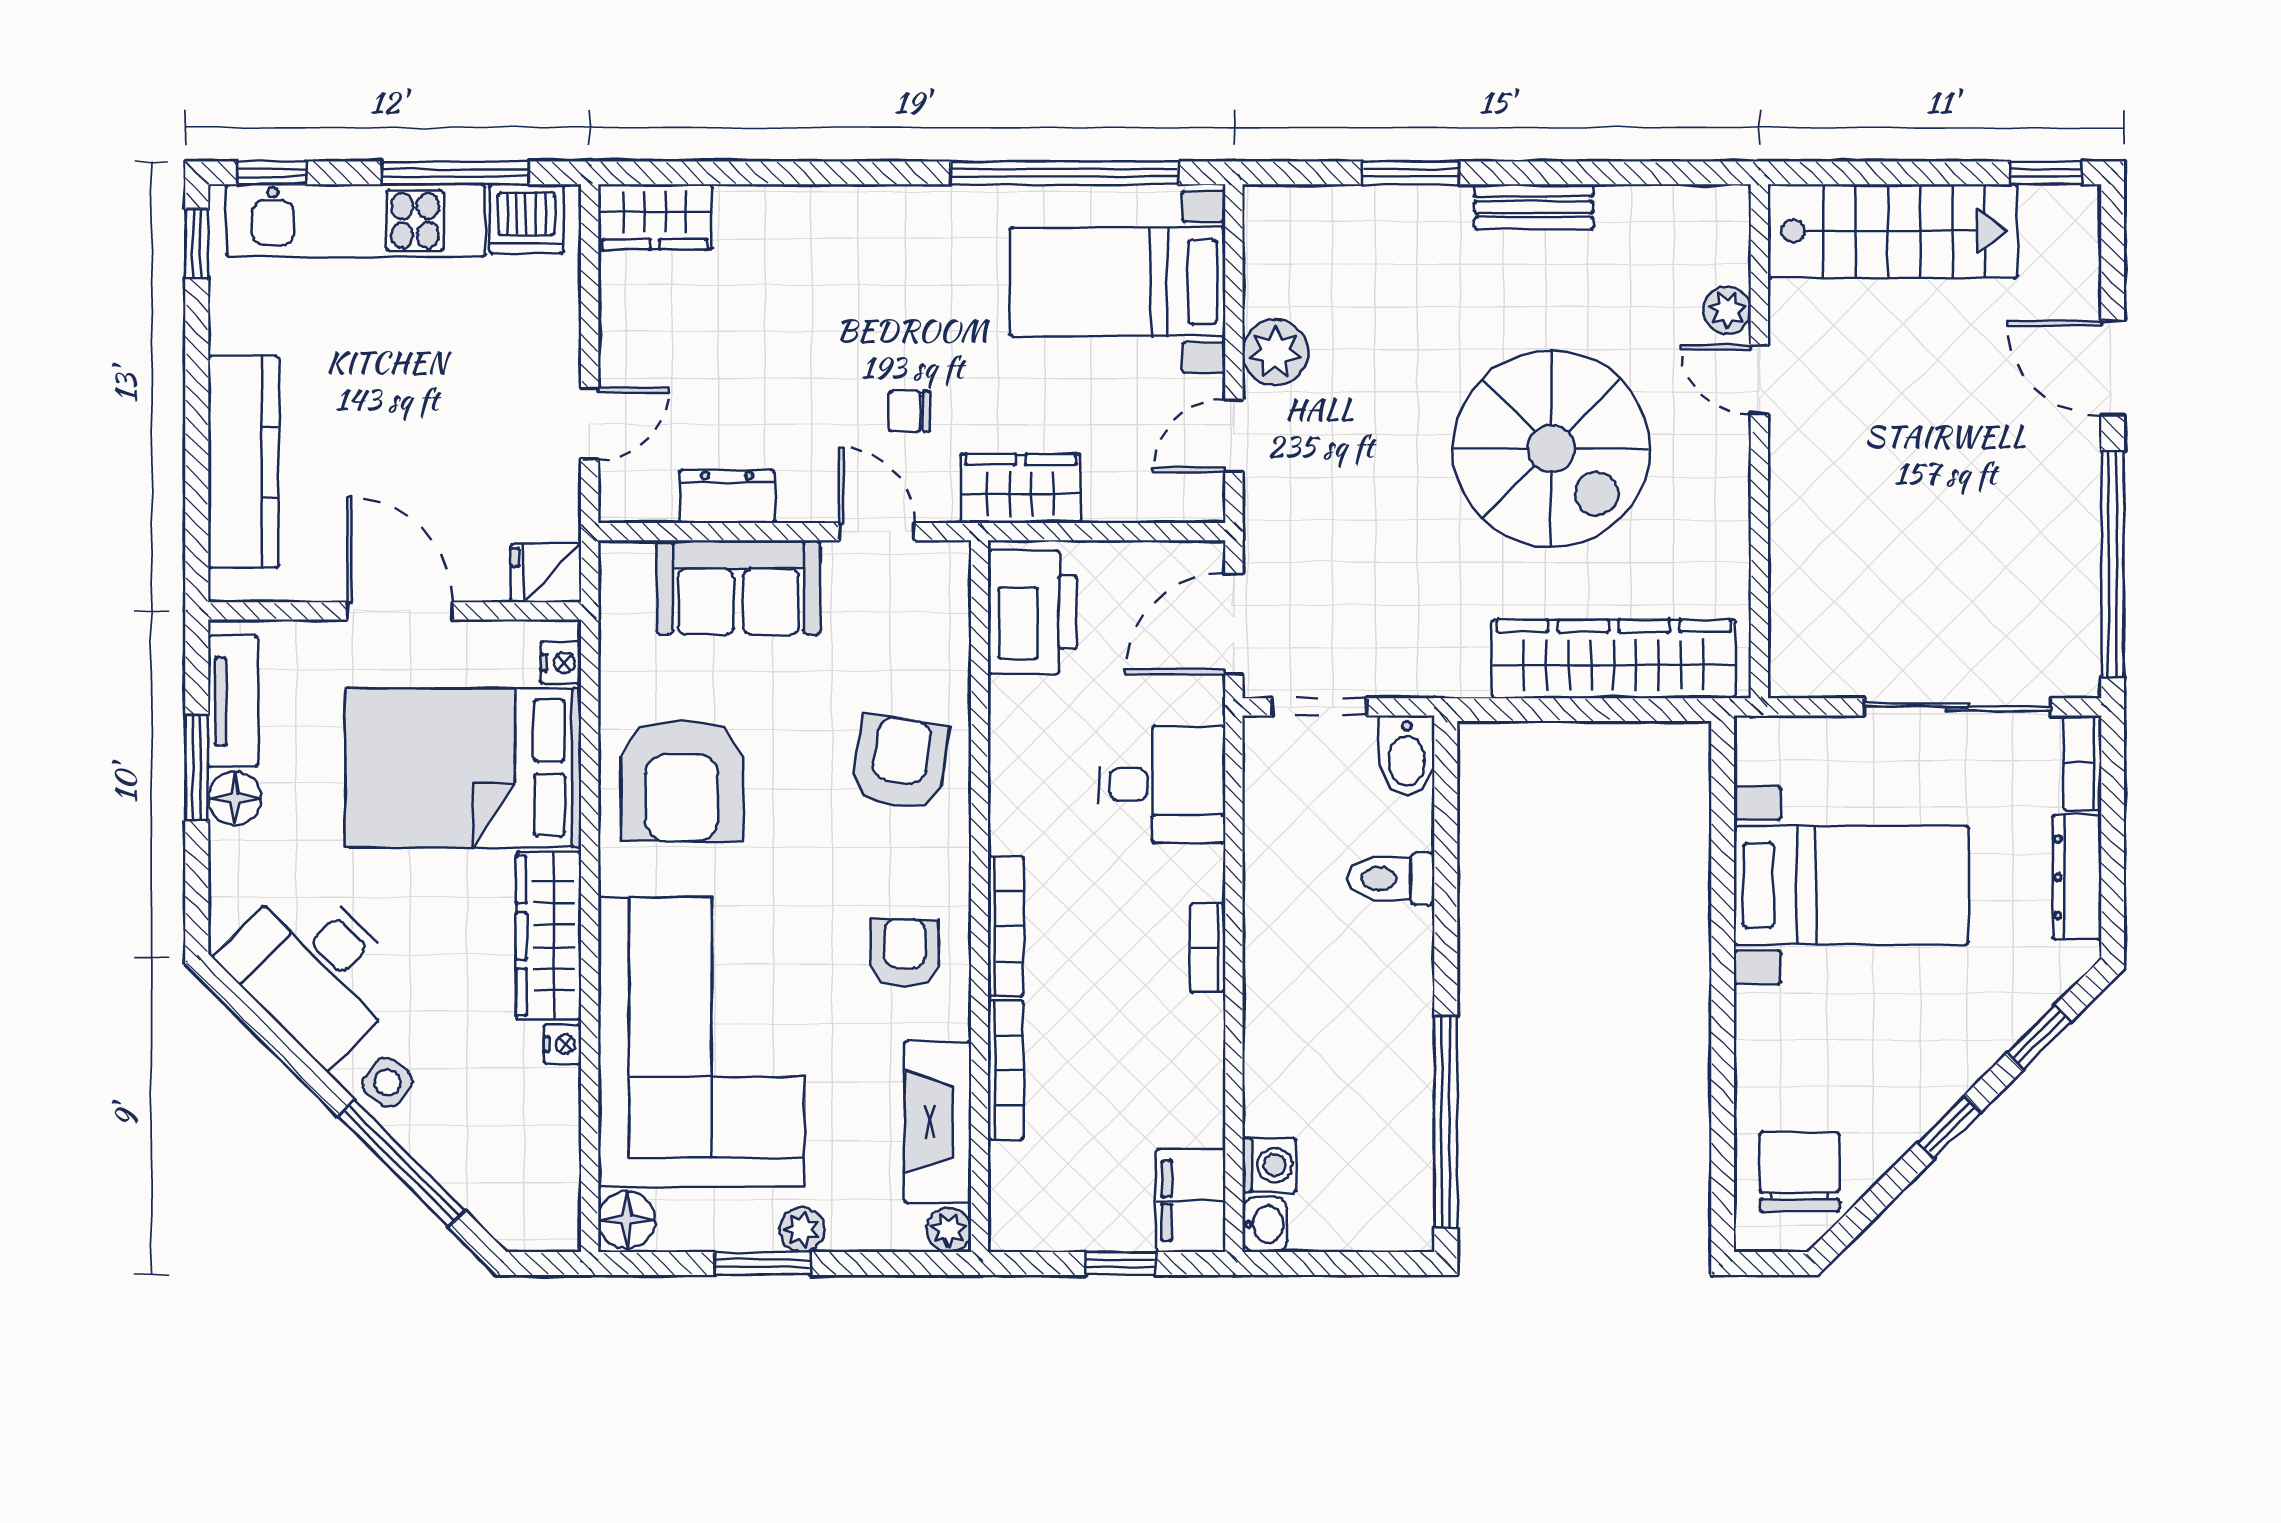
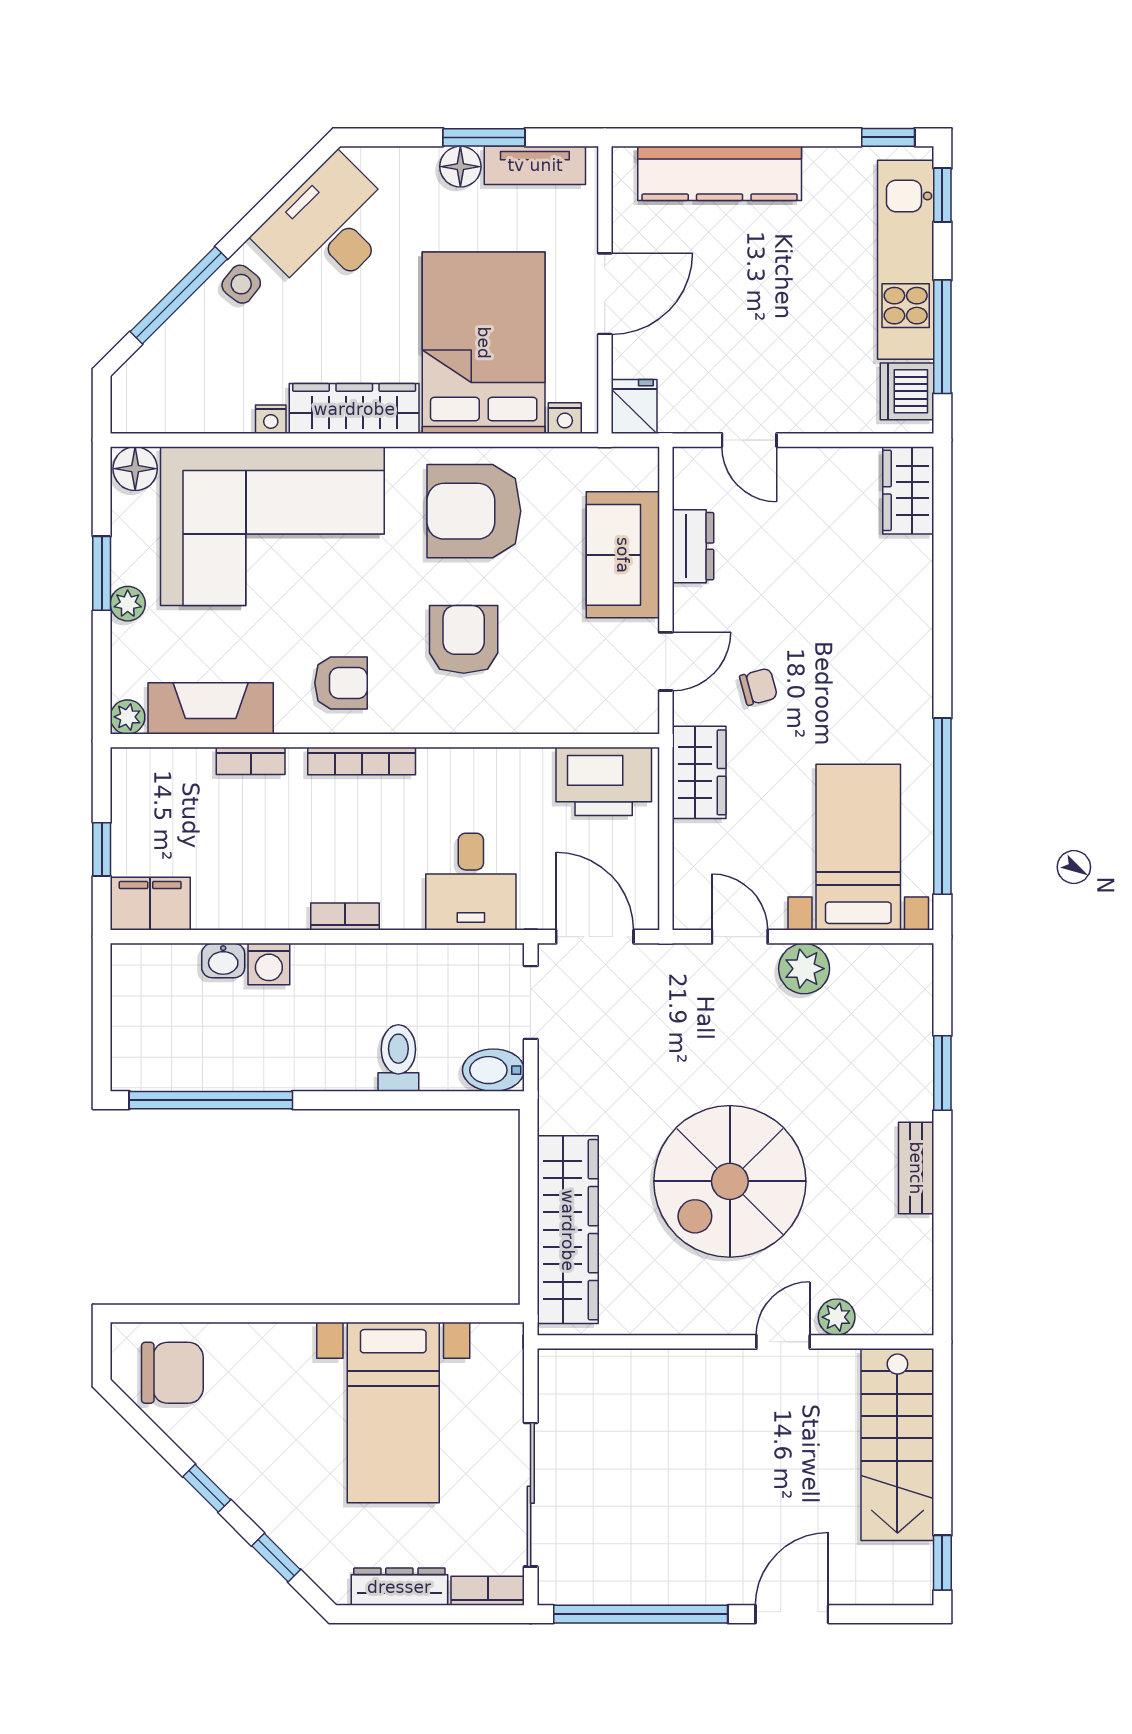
chair: (909, 411) -> (759, 687), turned 75
armchair: (900, 763) -> (464, 639), moved, turned -99
bookcase: (1006, 1070) -> (251, 761), width x0.64
washing machine: (1269, 1165) -> (269, 964), moved
washbasin: (1265, 1224) -> (223, 961), moved

